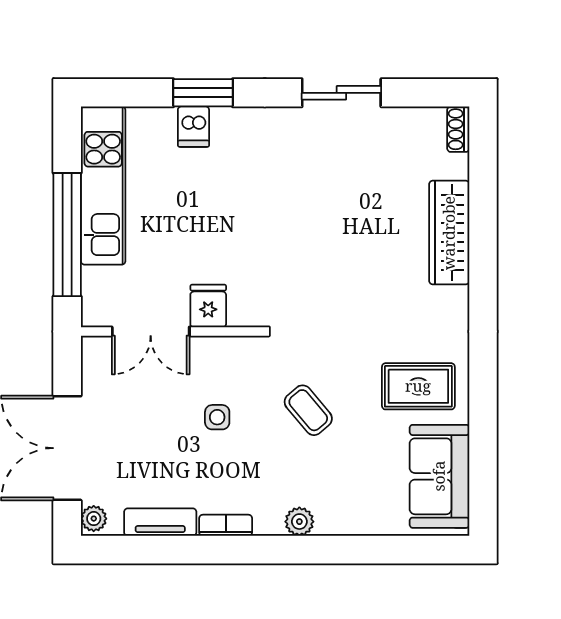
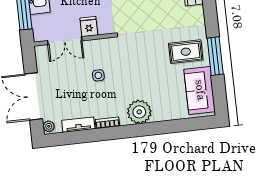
window: (483, 404) -> (215, 56), added
coffee table: (308, 410) -> (138, 68), removed
plant: (299, 522) -> (139, 112), width x1.87, depth x1.87

